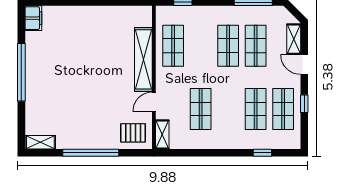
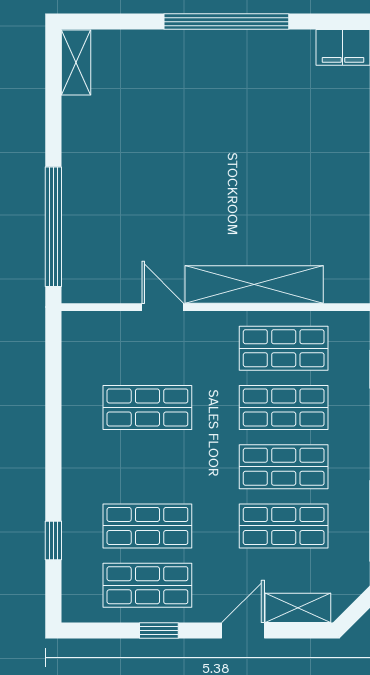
shop shelf: (201, 46) -> (284, 407), added
pallet: (133, 133) -> (96, 262), removed
shelving: (162, 135) -> (93, 325), removed
window: (91, 153) -> (53, 227), moved

